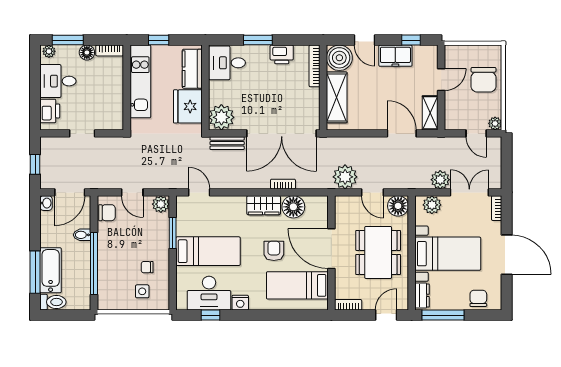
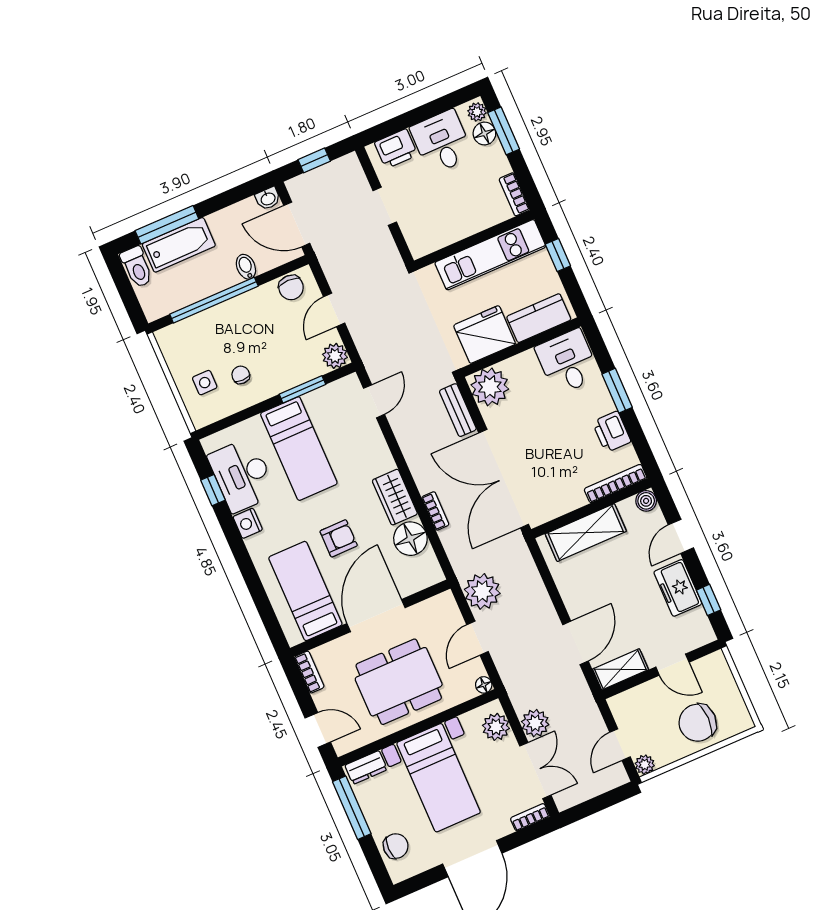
floor lamp: (87, 53) -> (484, 133), moved
boiler: (339, 58) -> (646, 501), width x0.54, depth x0.54
floor lamp: (398, 206) -> (484, 685), width x0.53, depth x0.53

